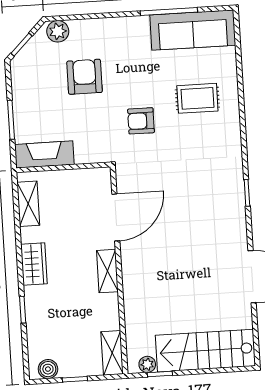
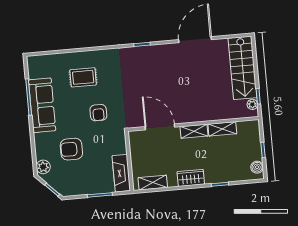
sofa: (193, 30) -> (42, 105), moved
rug: (197, 98) -> (83, 77), turned 90
shelving: (112, 353) -> (222, 129), moved

